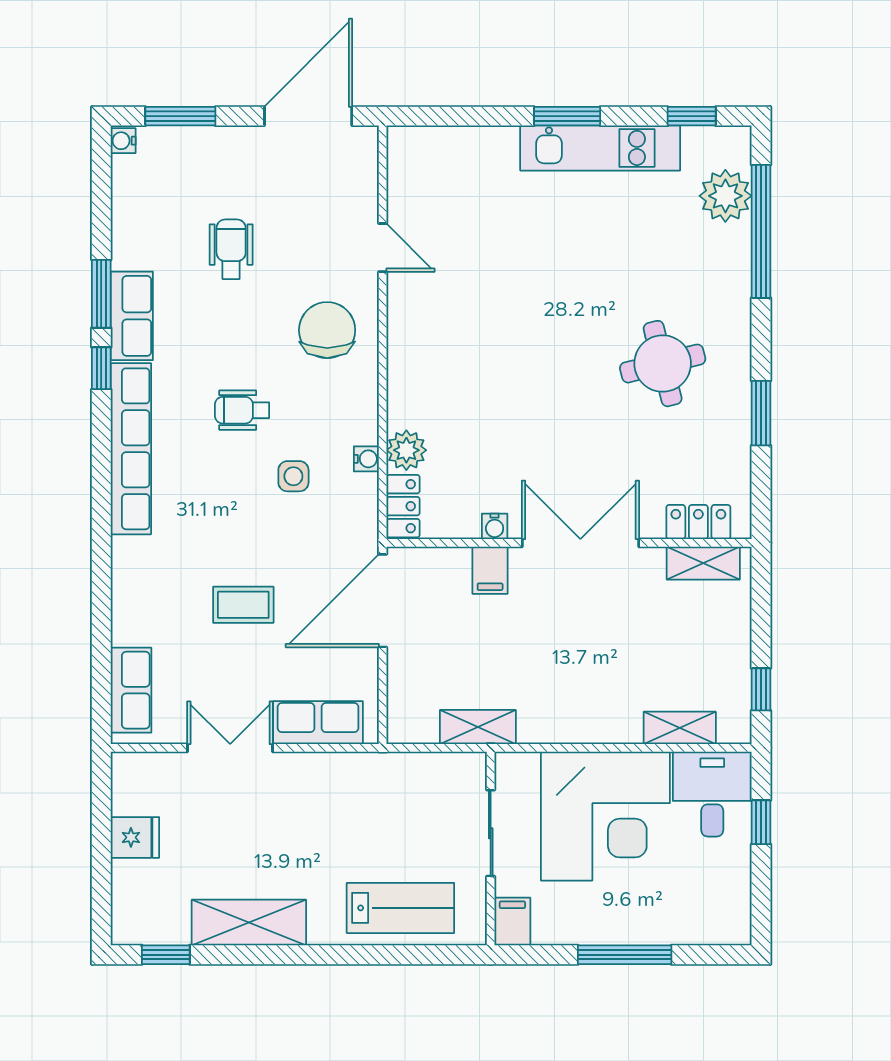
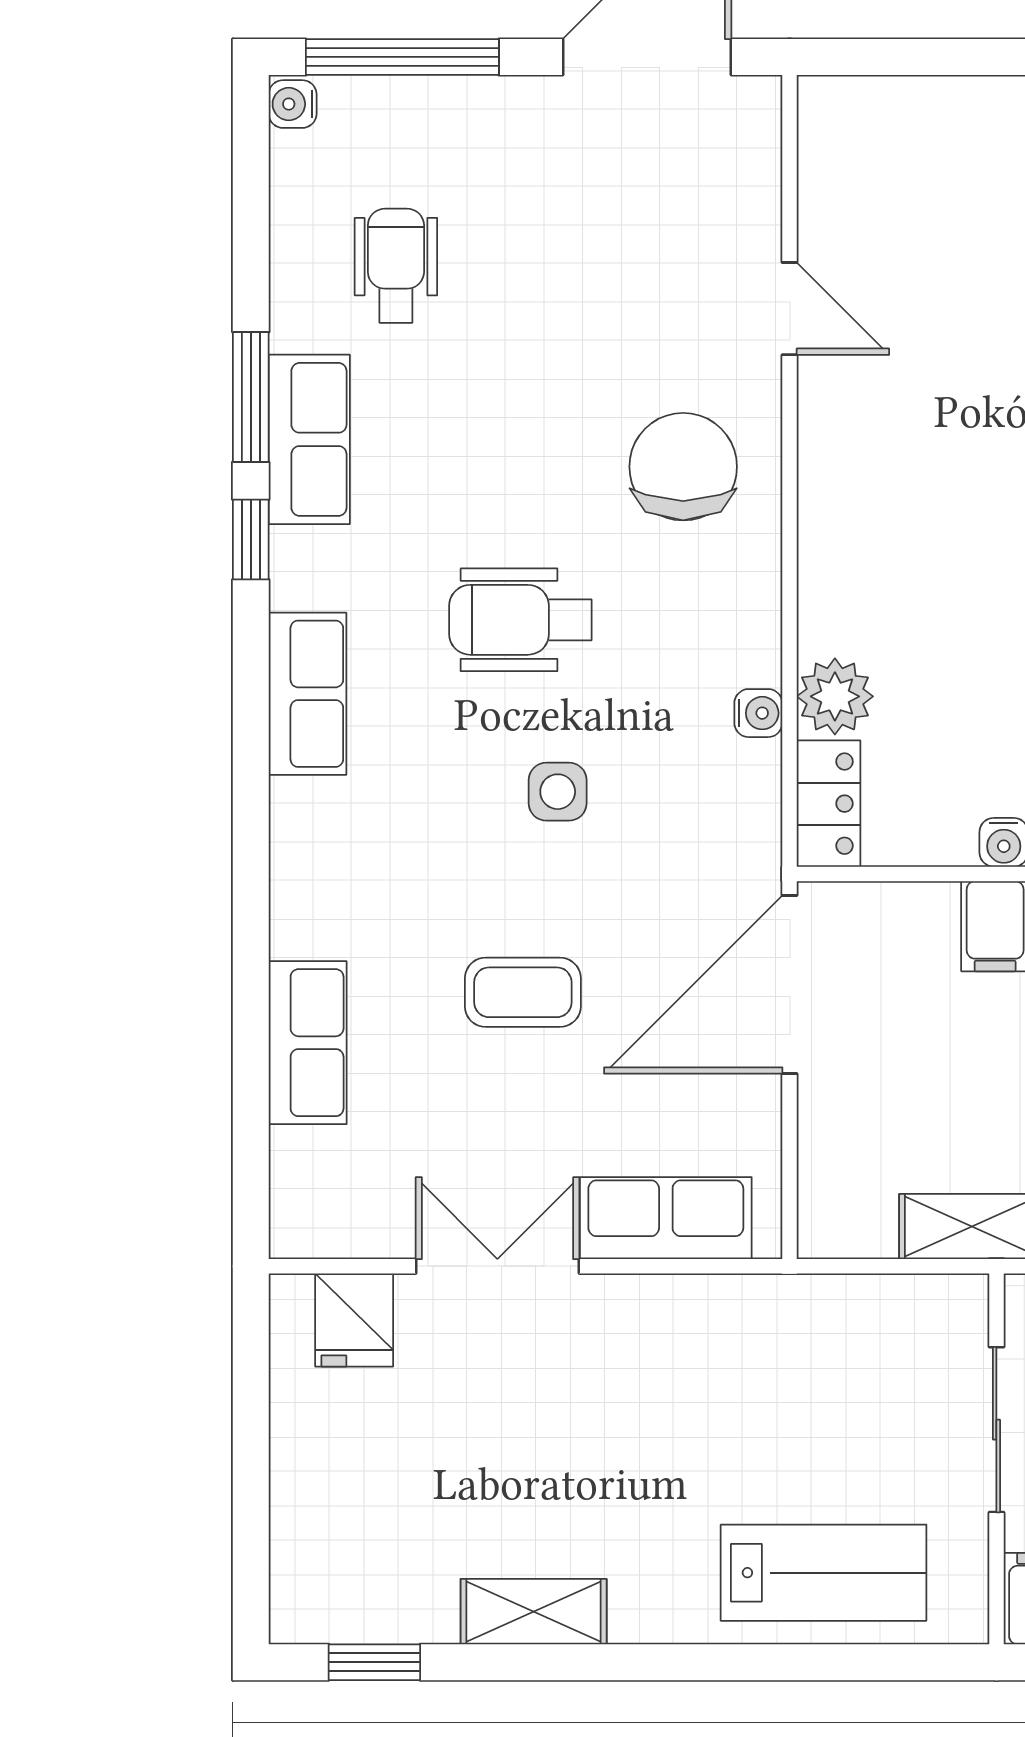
window: (180, 116) -> (402, 57), width x1.44
wheelchair: (231, 249) -> (396, 266), moved
wheelchair: (242, 410) -> (520, 620), width x1.36, depth x1.37
row of seats: (131, 449) -> (308, 694), width x0.50
side table: (293, 476) -> (558, 792), moved
row of seats: (131, 690) -> (308, 1043), moved
fridge: (135, 837) -> (354, 1320), moved, turned 90
shelving: (249, 923) -> (534, 1612), width x0.67, depth x0.75

